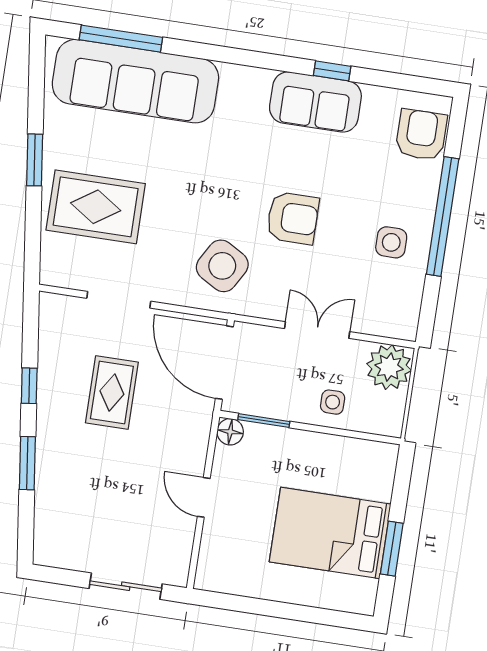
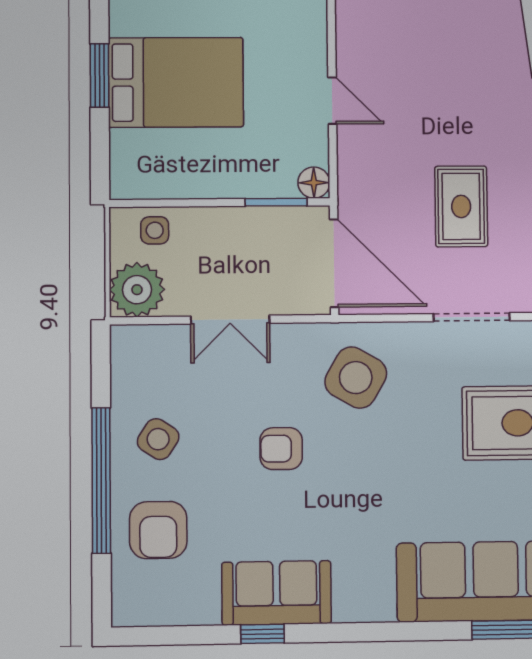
armchair: (421, 135) -> (158, 530), moved
armchair: (293, 218) -> (281, 449), width x0.72, depth x0.72
side table: (391, 242) -> (158, 439), turned 33
side table: (333, 402) -> (155, 230), moved

